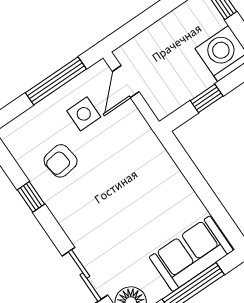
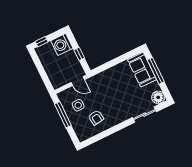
door: (126, 82) -> (78, 81), moved
window: (31, 197) -> (109, 132), removed

